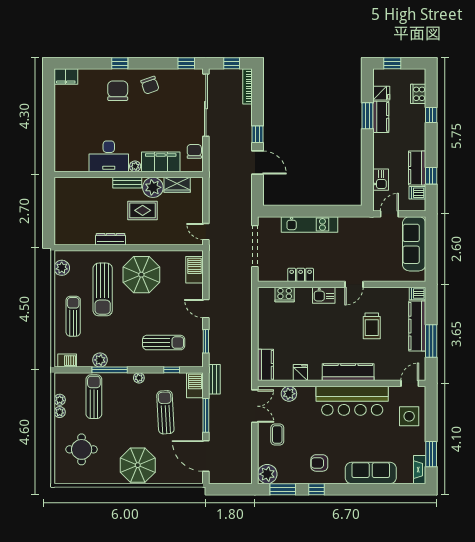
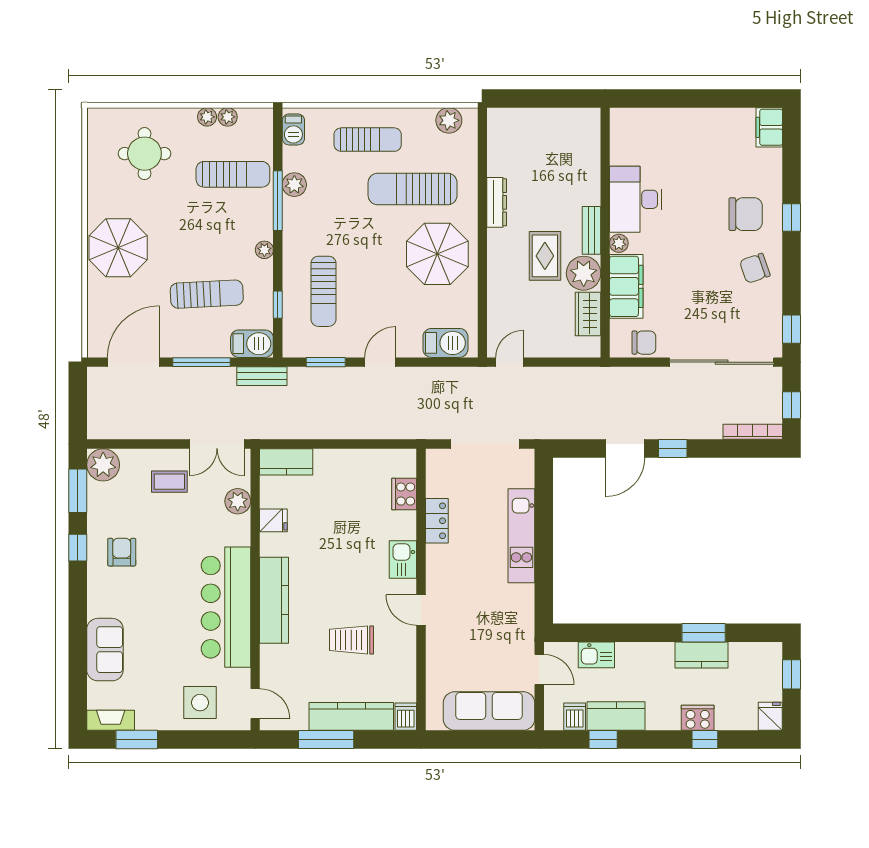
fridge: (381, 93) -> (770, 716), moved, turned 180
cooker: (418, 94) -> (698, 718), moved
sofa: (371, 473) -> (105, 650), width x0.73

